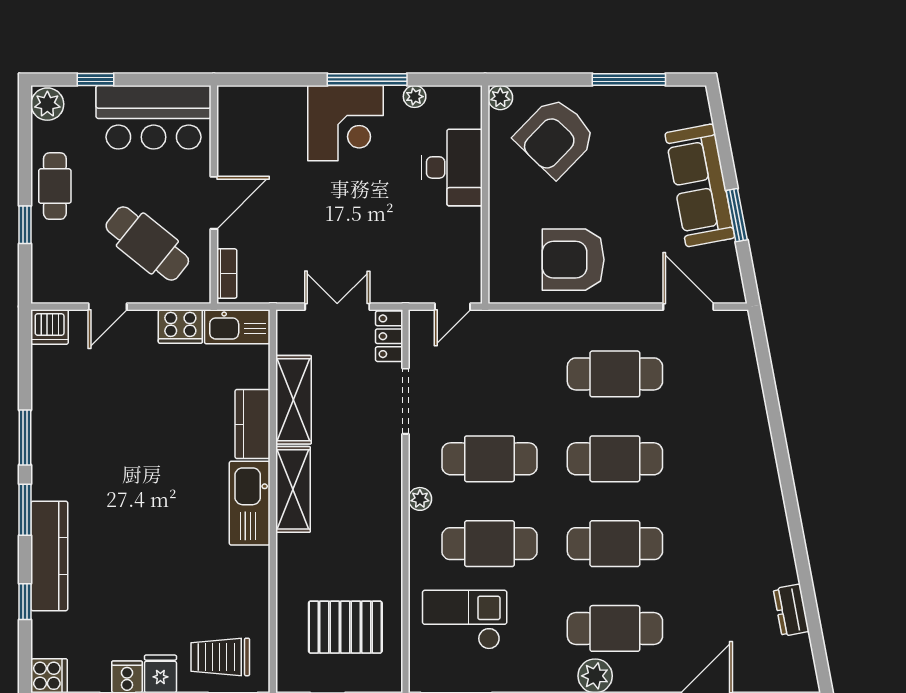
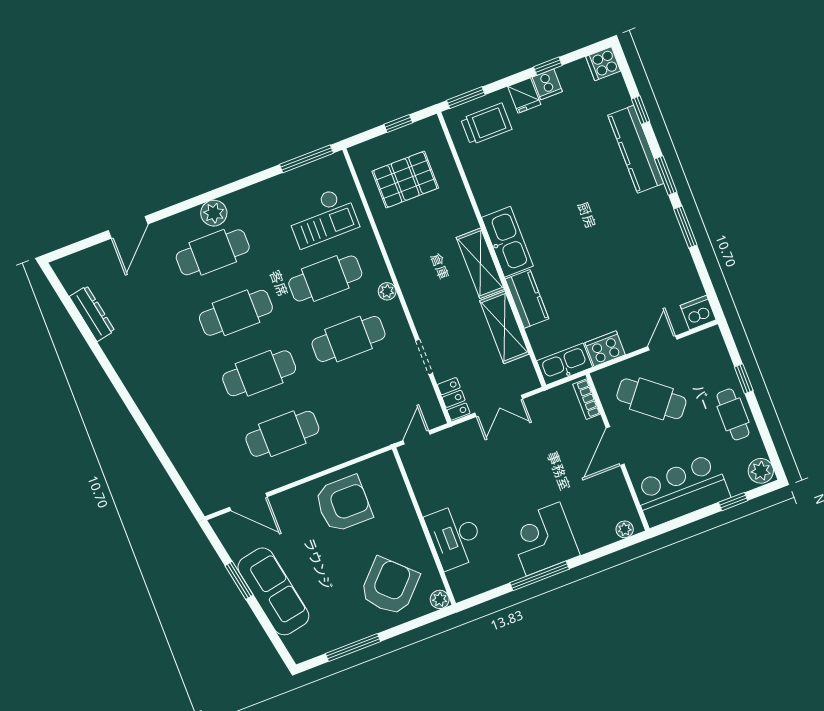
plant: (415, 97) -> (625, 529), moved
doorway: (406, 401) -> (424, 357), width x0.73
dresser: (791, 610) -> (92, 314), width x1.44

